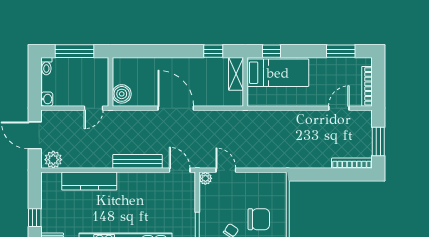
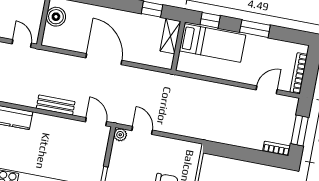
window: (341, 51) -> (255, 29), moved
boiler: (122, 94) -> (56, 17), moved
door: (94, 108) -> (22, 44), swing flipped
bench: (138, 161) -> (56, 105), width x0.73
bookcase: (352, 163) -> (276, 149), width x0.64

